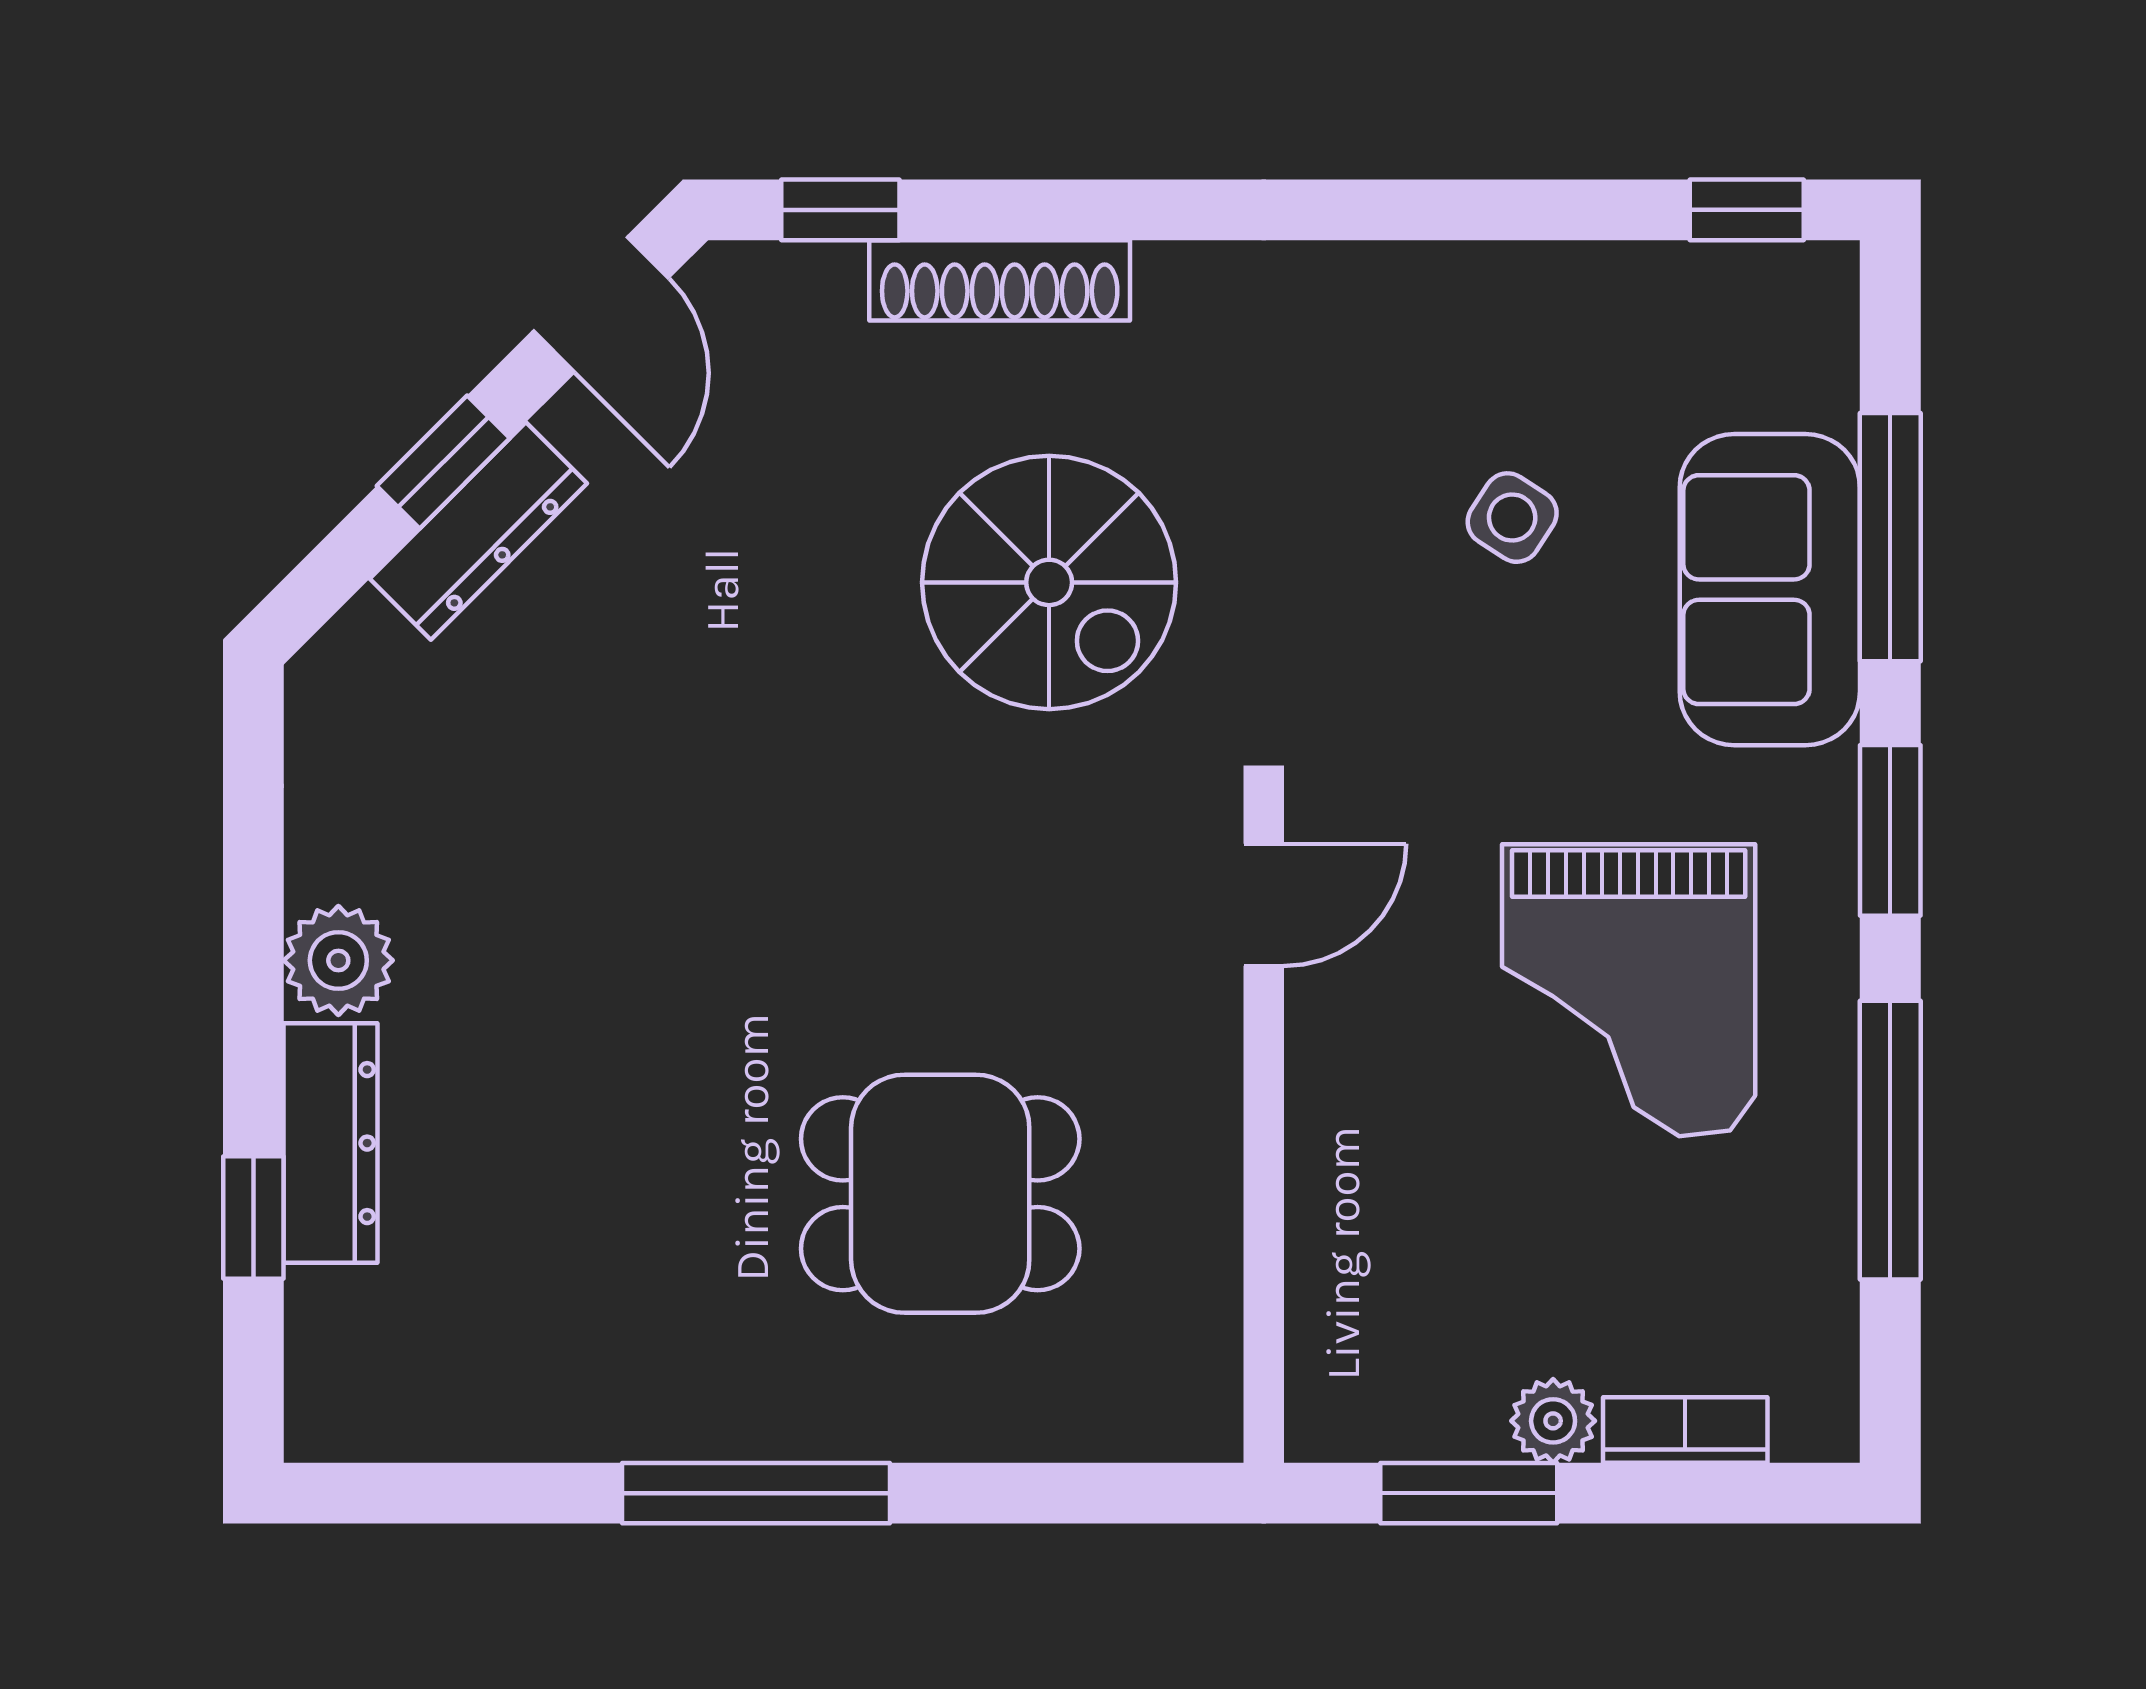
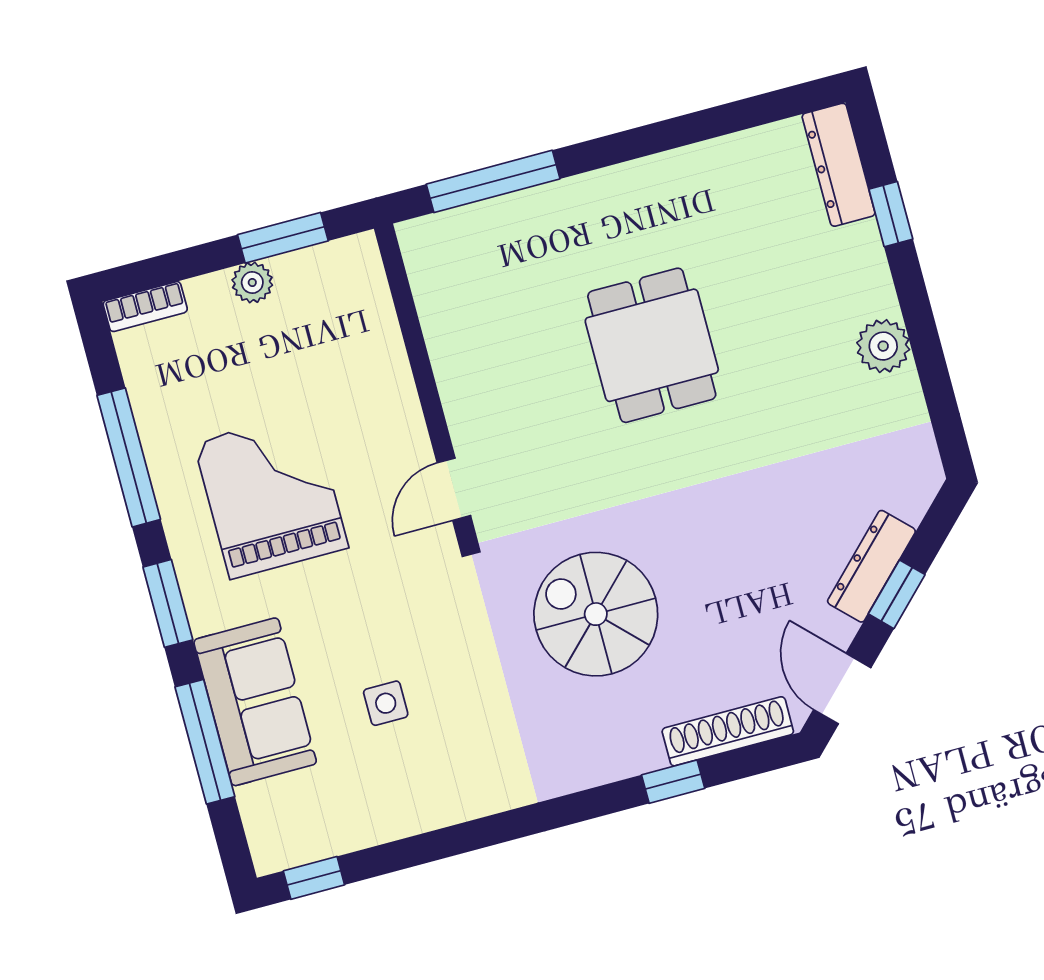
window: (840, 210) -> (673, 782), moved
shoe rack: (1000, 280) -> (728, 731), moved
side table: (1512, 518) -> (386, 703), turned -33
dresser: (331, 1143) -> (839, 165), moved
dining table: (940, 1194) -> (652, 345), moved, turned 90
bookcase: (1685, 1430) -> (145, 307), moved
window: (756, 1493) -> (493, 181), moved

